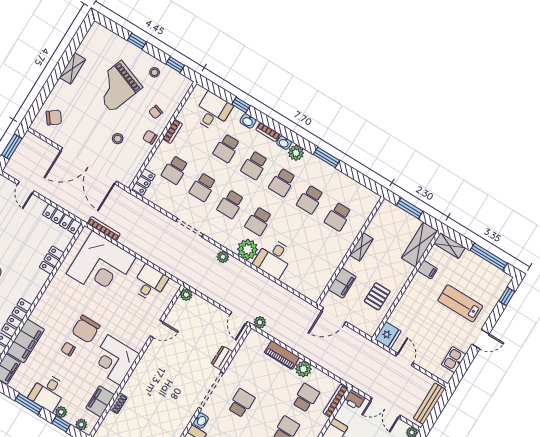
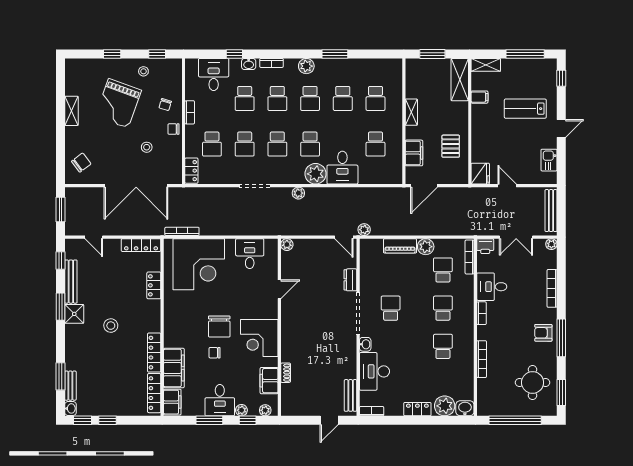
washbasin: (284, 143) -> (291, 64), removed
school desk: (314, 255) -> (376, 144), added

